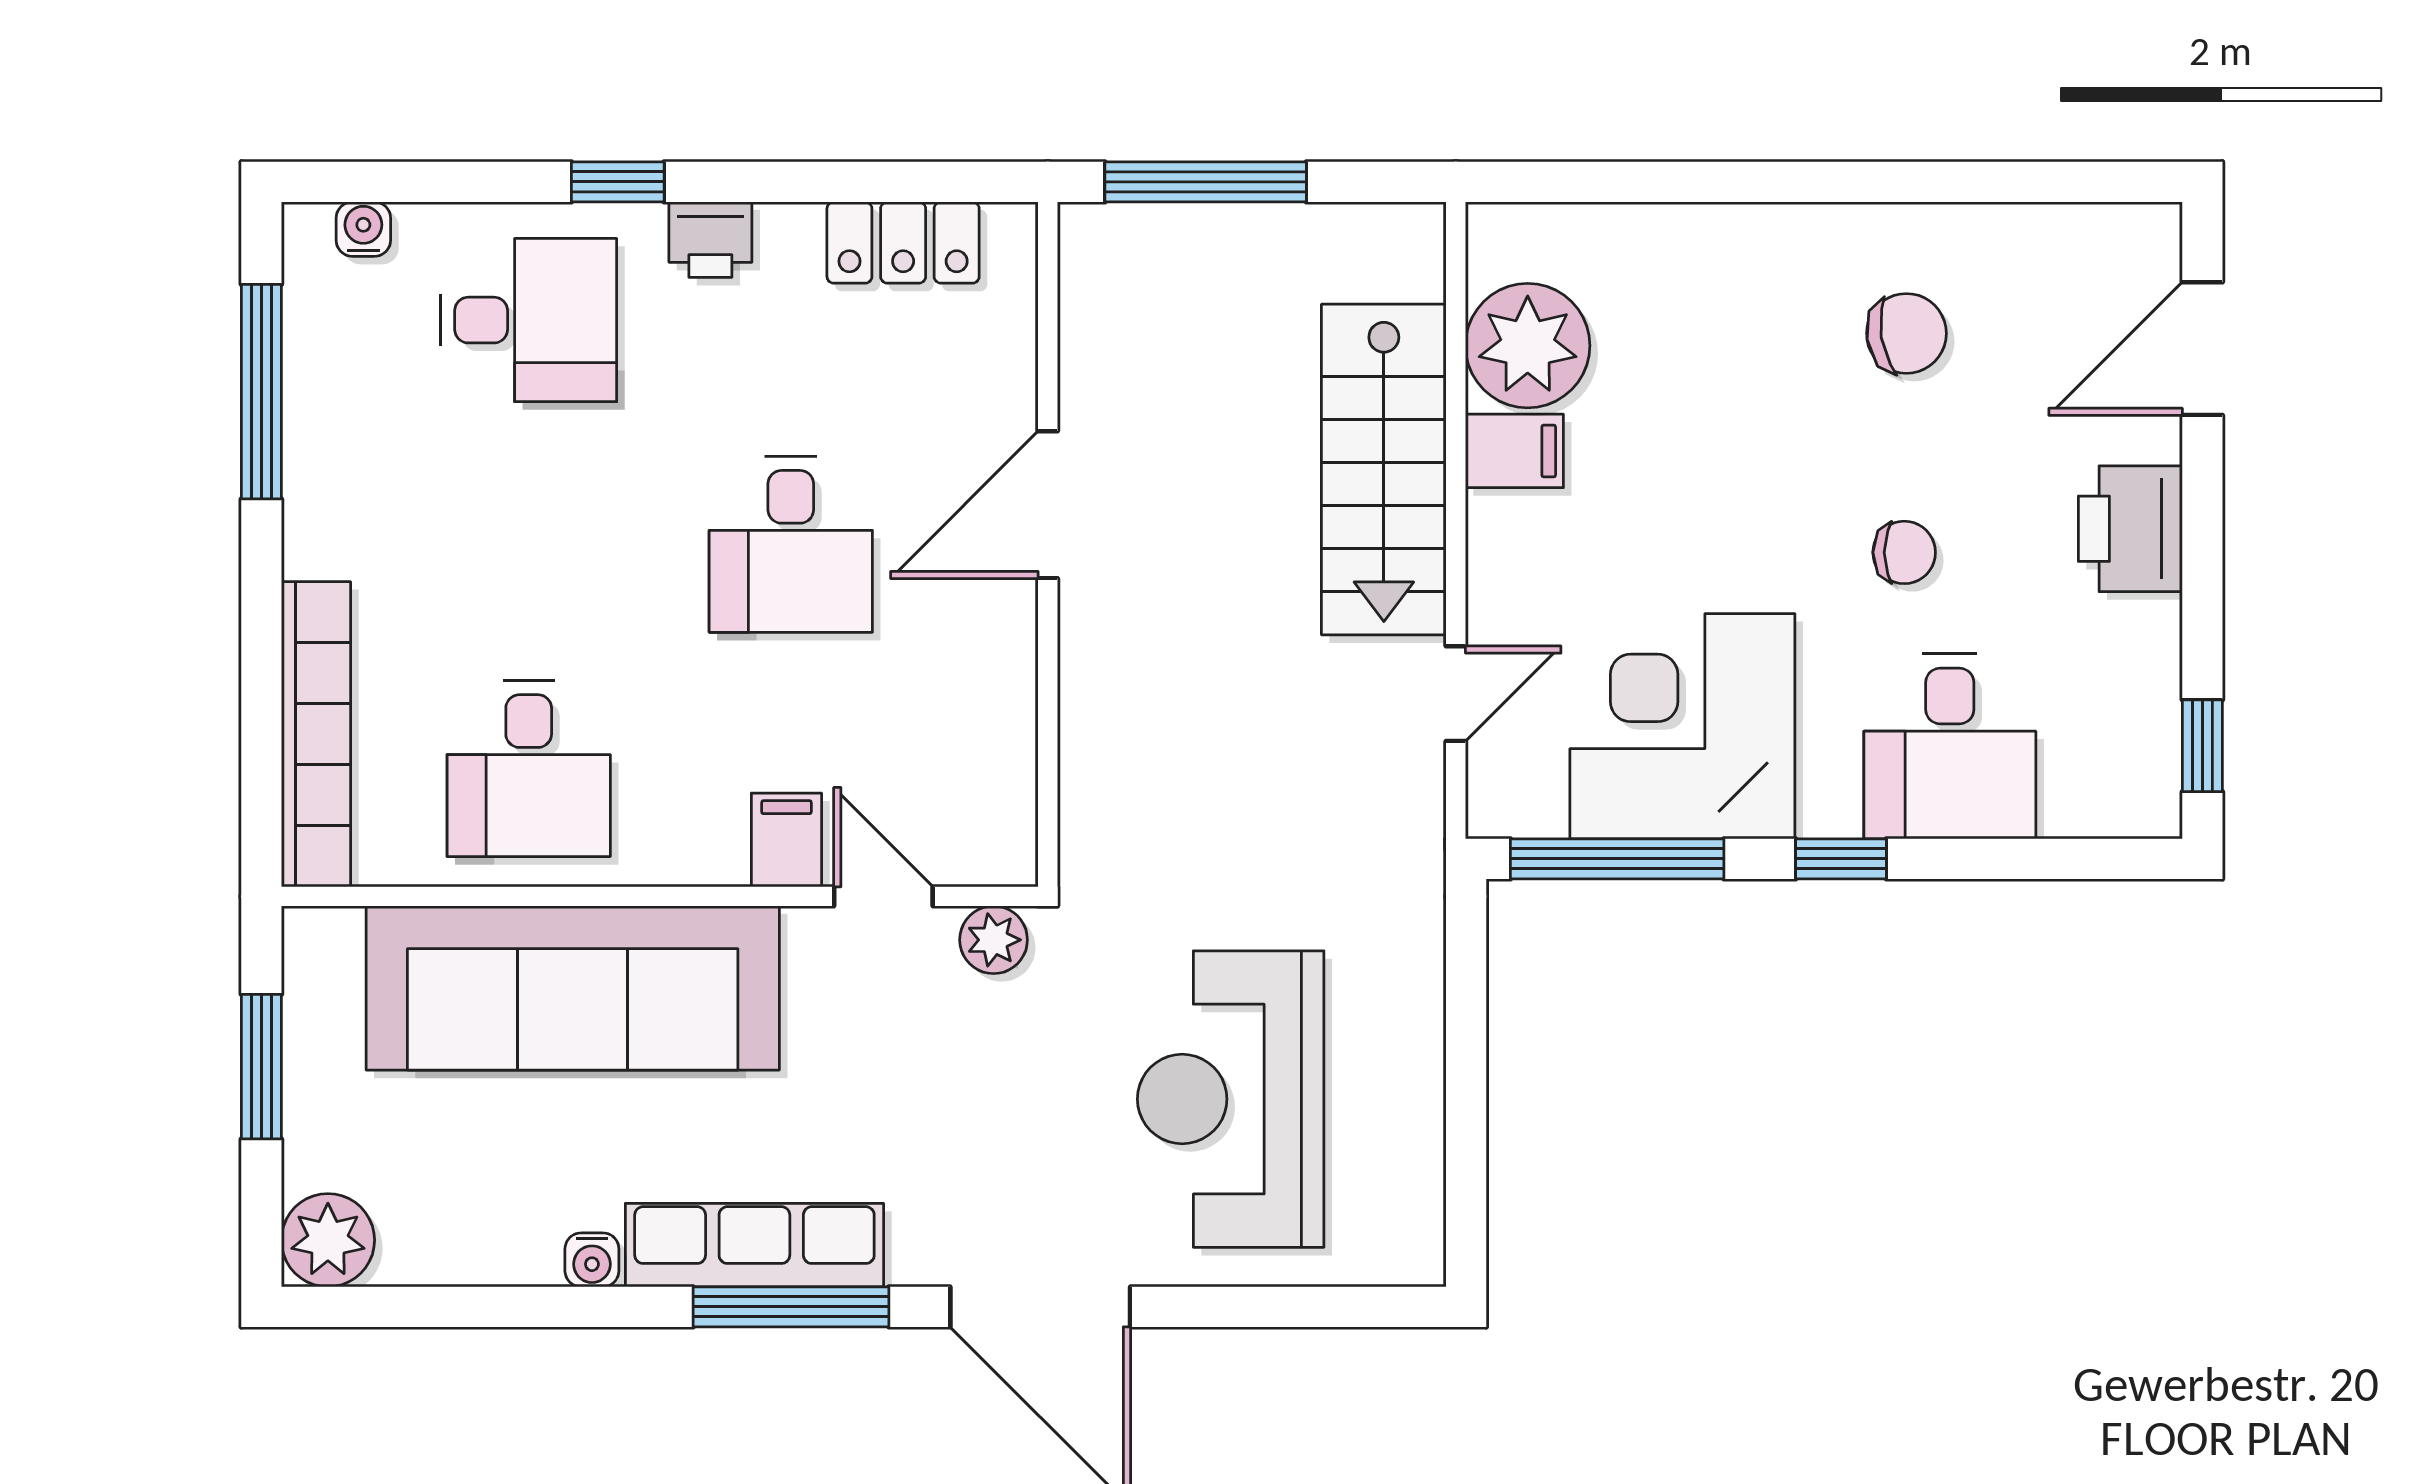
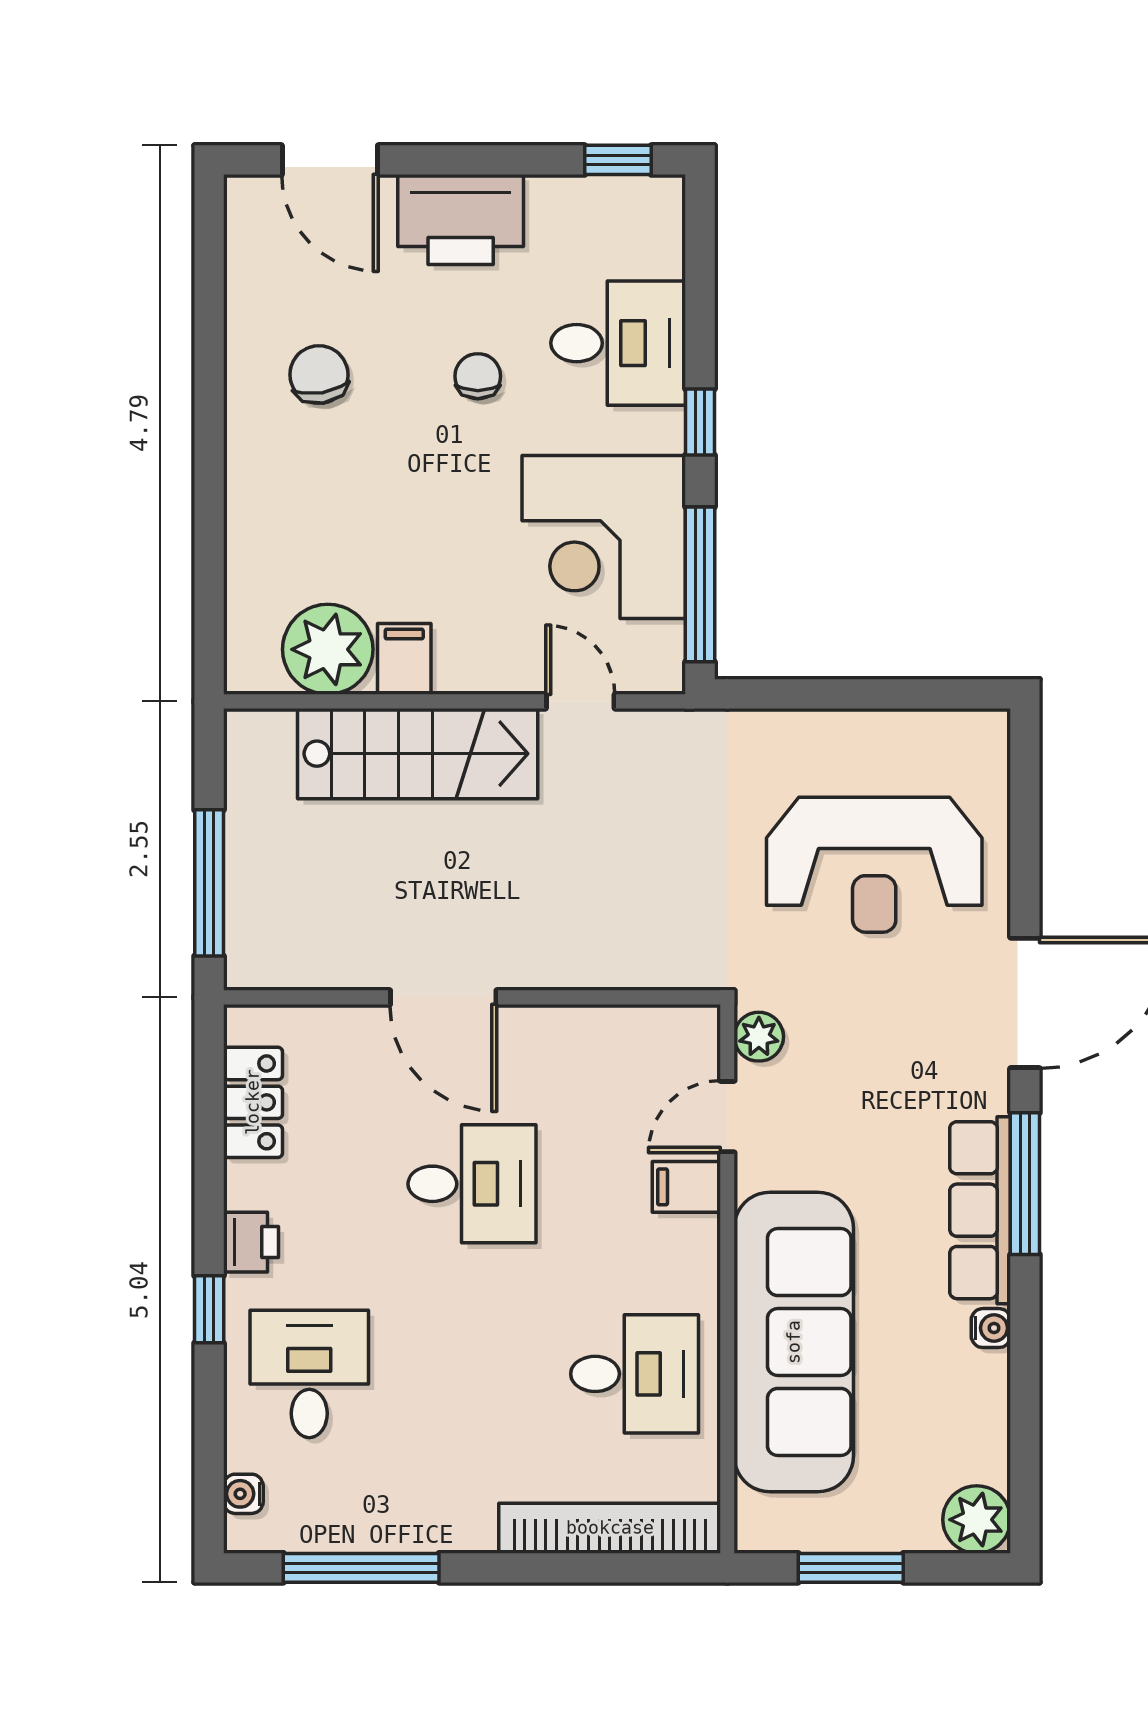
printer: (2130, 529) -> (461, 219), width x1.37, depth x1.19

